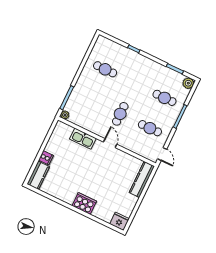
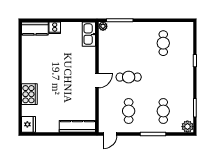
kitchen sink: (83, 139) -> (89, 34), moved
cooker: (84, 203) -> (29, 94), moved

